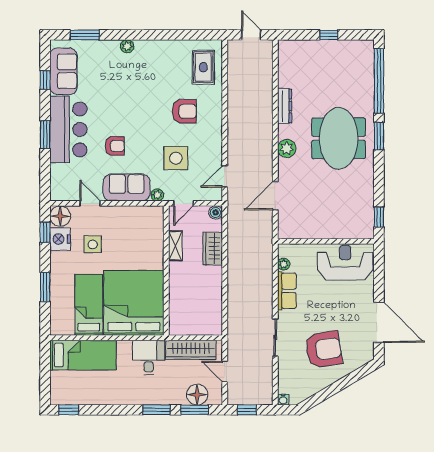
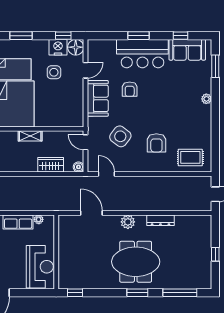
window: (379, 81) -> (180, 293), width x0.68
side table: (176, 158) -> (120, 136), turned 37
plant: (157, 195) -> (92, 122), removed
shelving: (175, 246) -> (30, 136), moved

